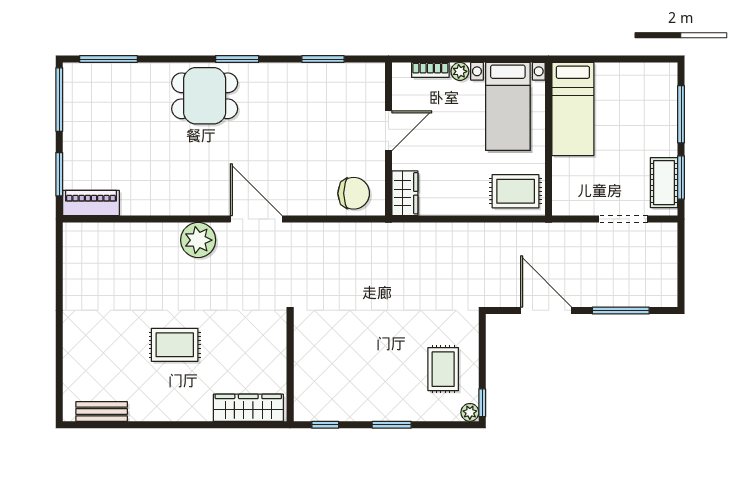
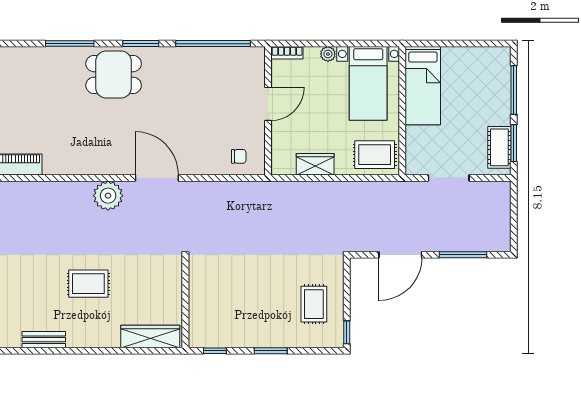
window: (109, 59) -> (70, 44), moved
window: (323, 59) -> (213, 44), width x2.11
bookcase: (430, 70) -> (287, 53), moved
chair: (354, 193) -> (239, 156), width x0.54, depth x0.54
wardrobe: (405, 193) -> (315, 164), moved, turned -90
doorway: (623, 219) -> (449, 178), moved
door: (546, 310) -> (400, 255), swing flipped
bench: (102, 411) -> (44, 340), moved
plant: (470, 412) -> (336, 340), removed

